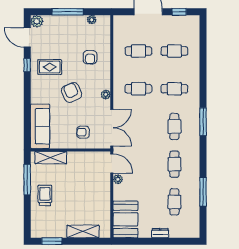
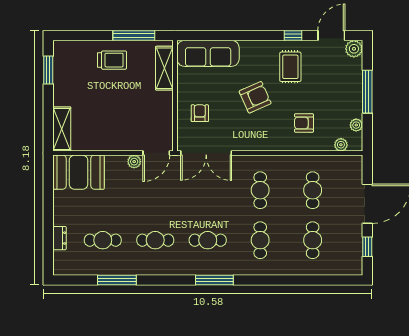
plant: (106, 94) -> (341, 145), moved
shelving: (83, 231) -> (62, 129), moved
dresser: (160, 233) -> (59, 238), moved

